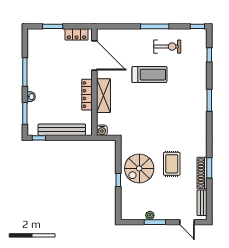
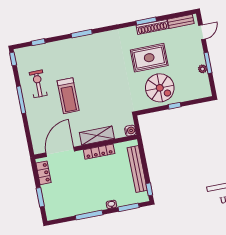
treadmill: (149, 75) -> (68, 96), turned 180
rug: (172, 164) -> (149, 58), width x1.36, depth x1.43

